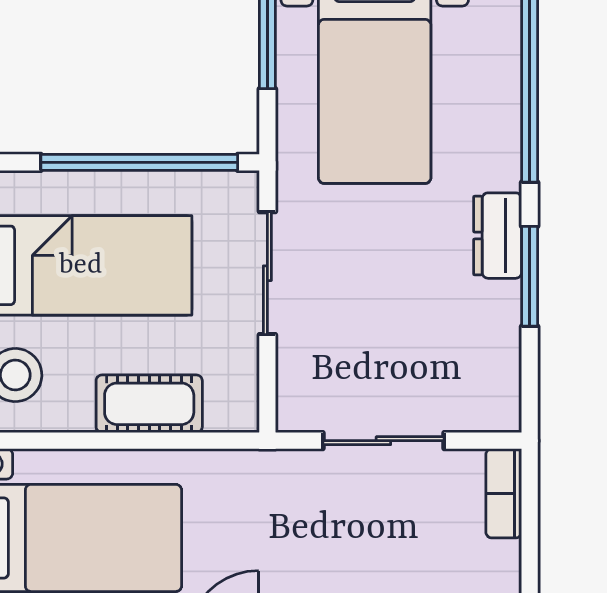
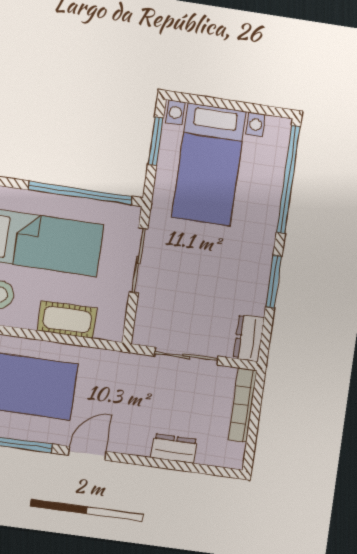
dresser: (498, 236) -> (249, 338), moved
bookcase: (504, 493) -> (243, 405), width x1.56

